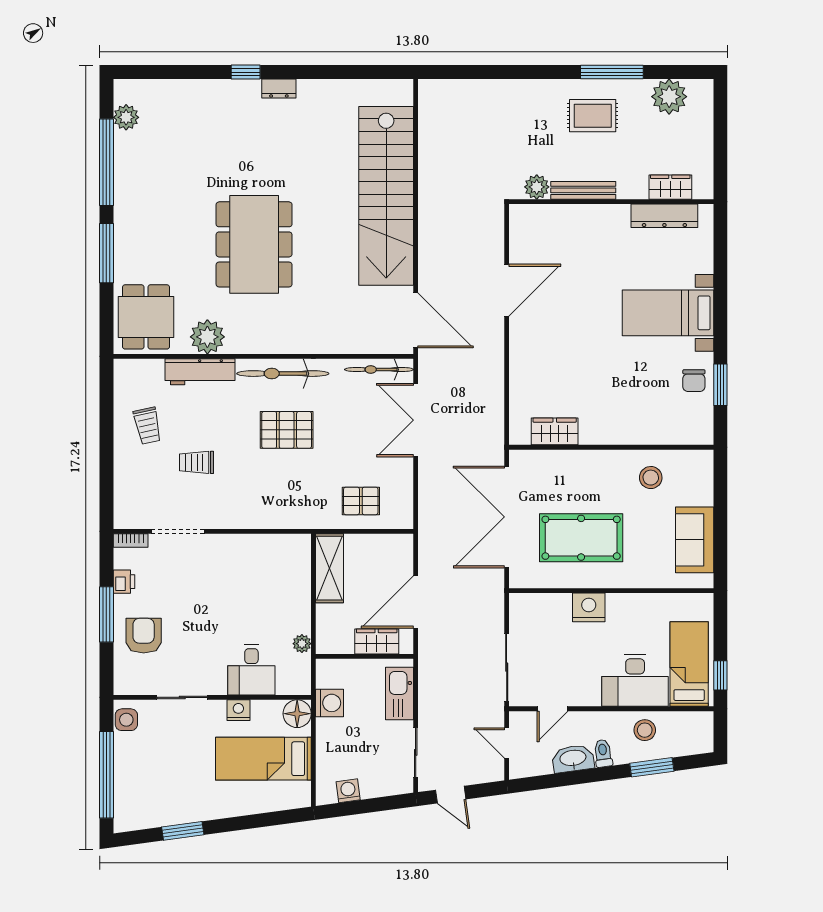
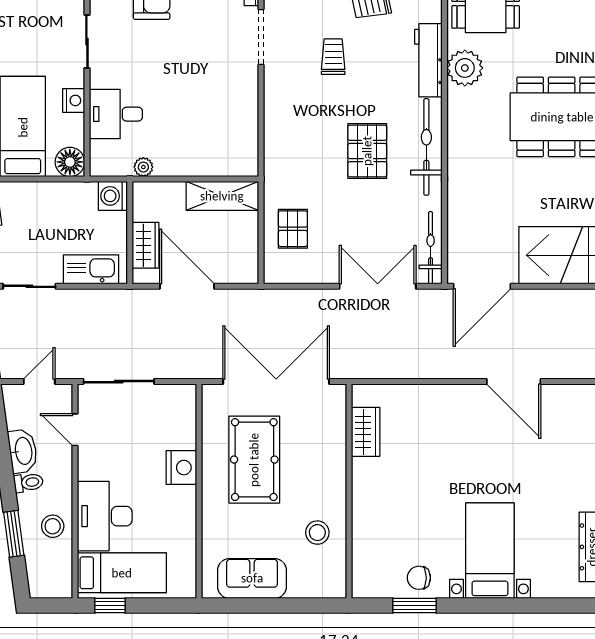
washing machine: (330, 703) -> (113, 196), moved, turned 90

